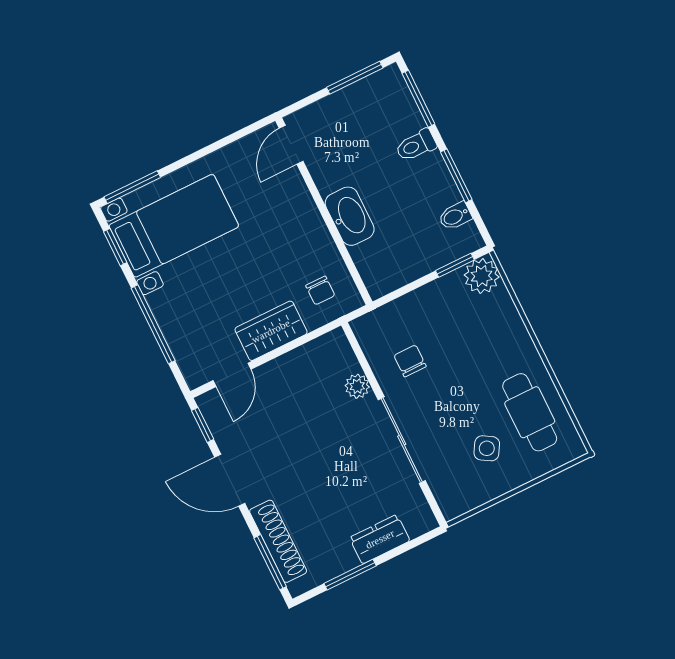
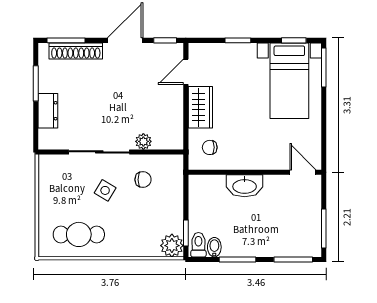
toilet: (416, 145) -> (198, 245), moved
window: (153, 324) -> (238, 40), width x0.46
door: (232, 375) -> (186, 72), hinge flipped
side table: (487, 448) -> (105, 190), moved

